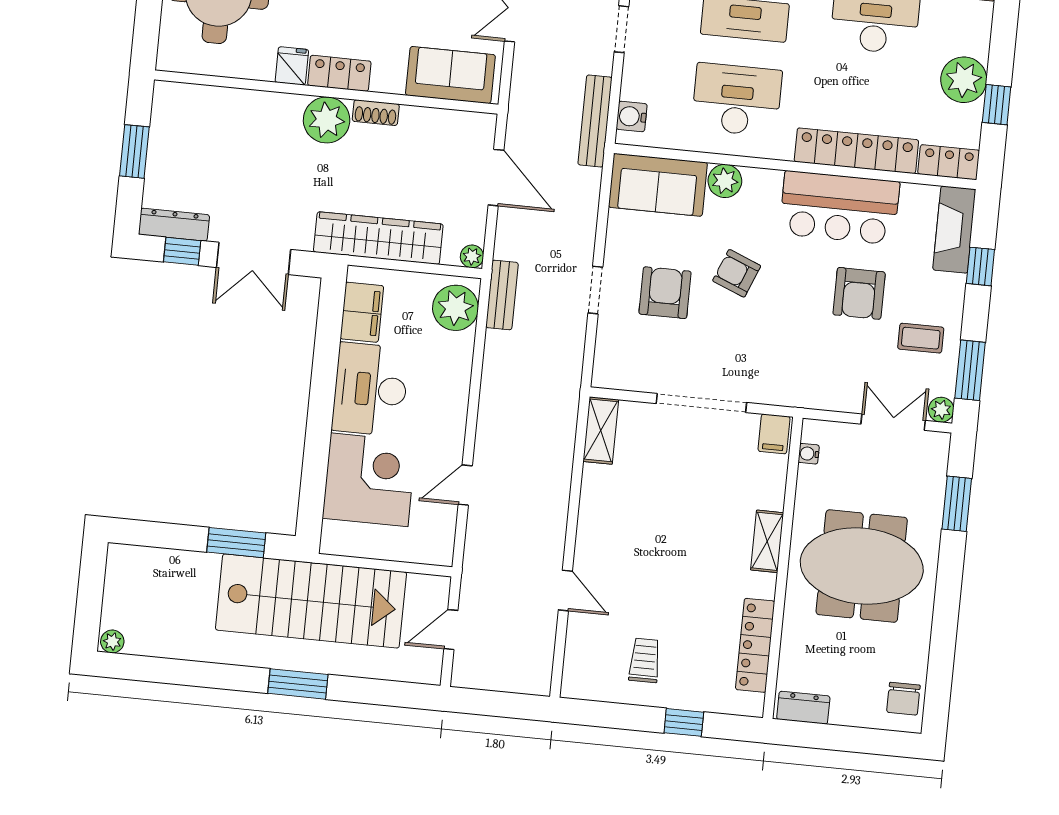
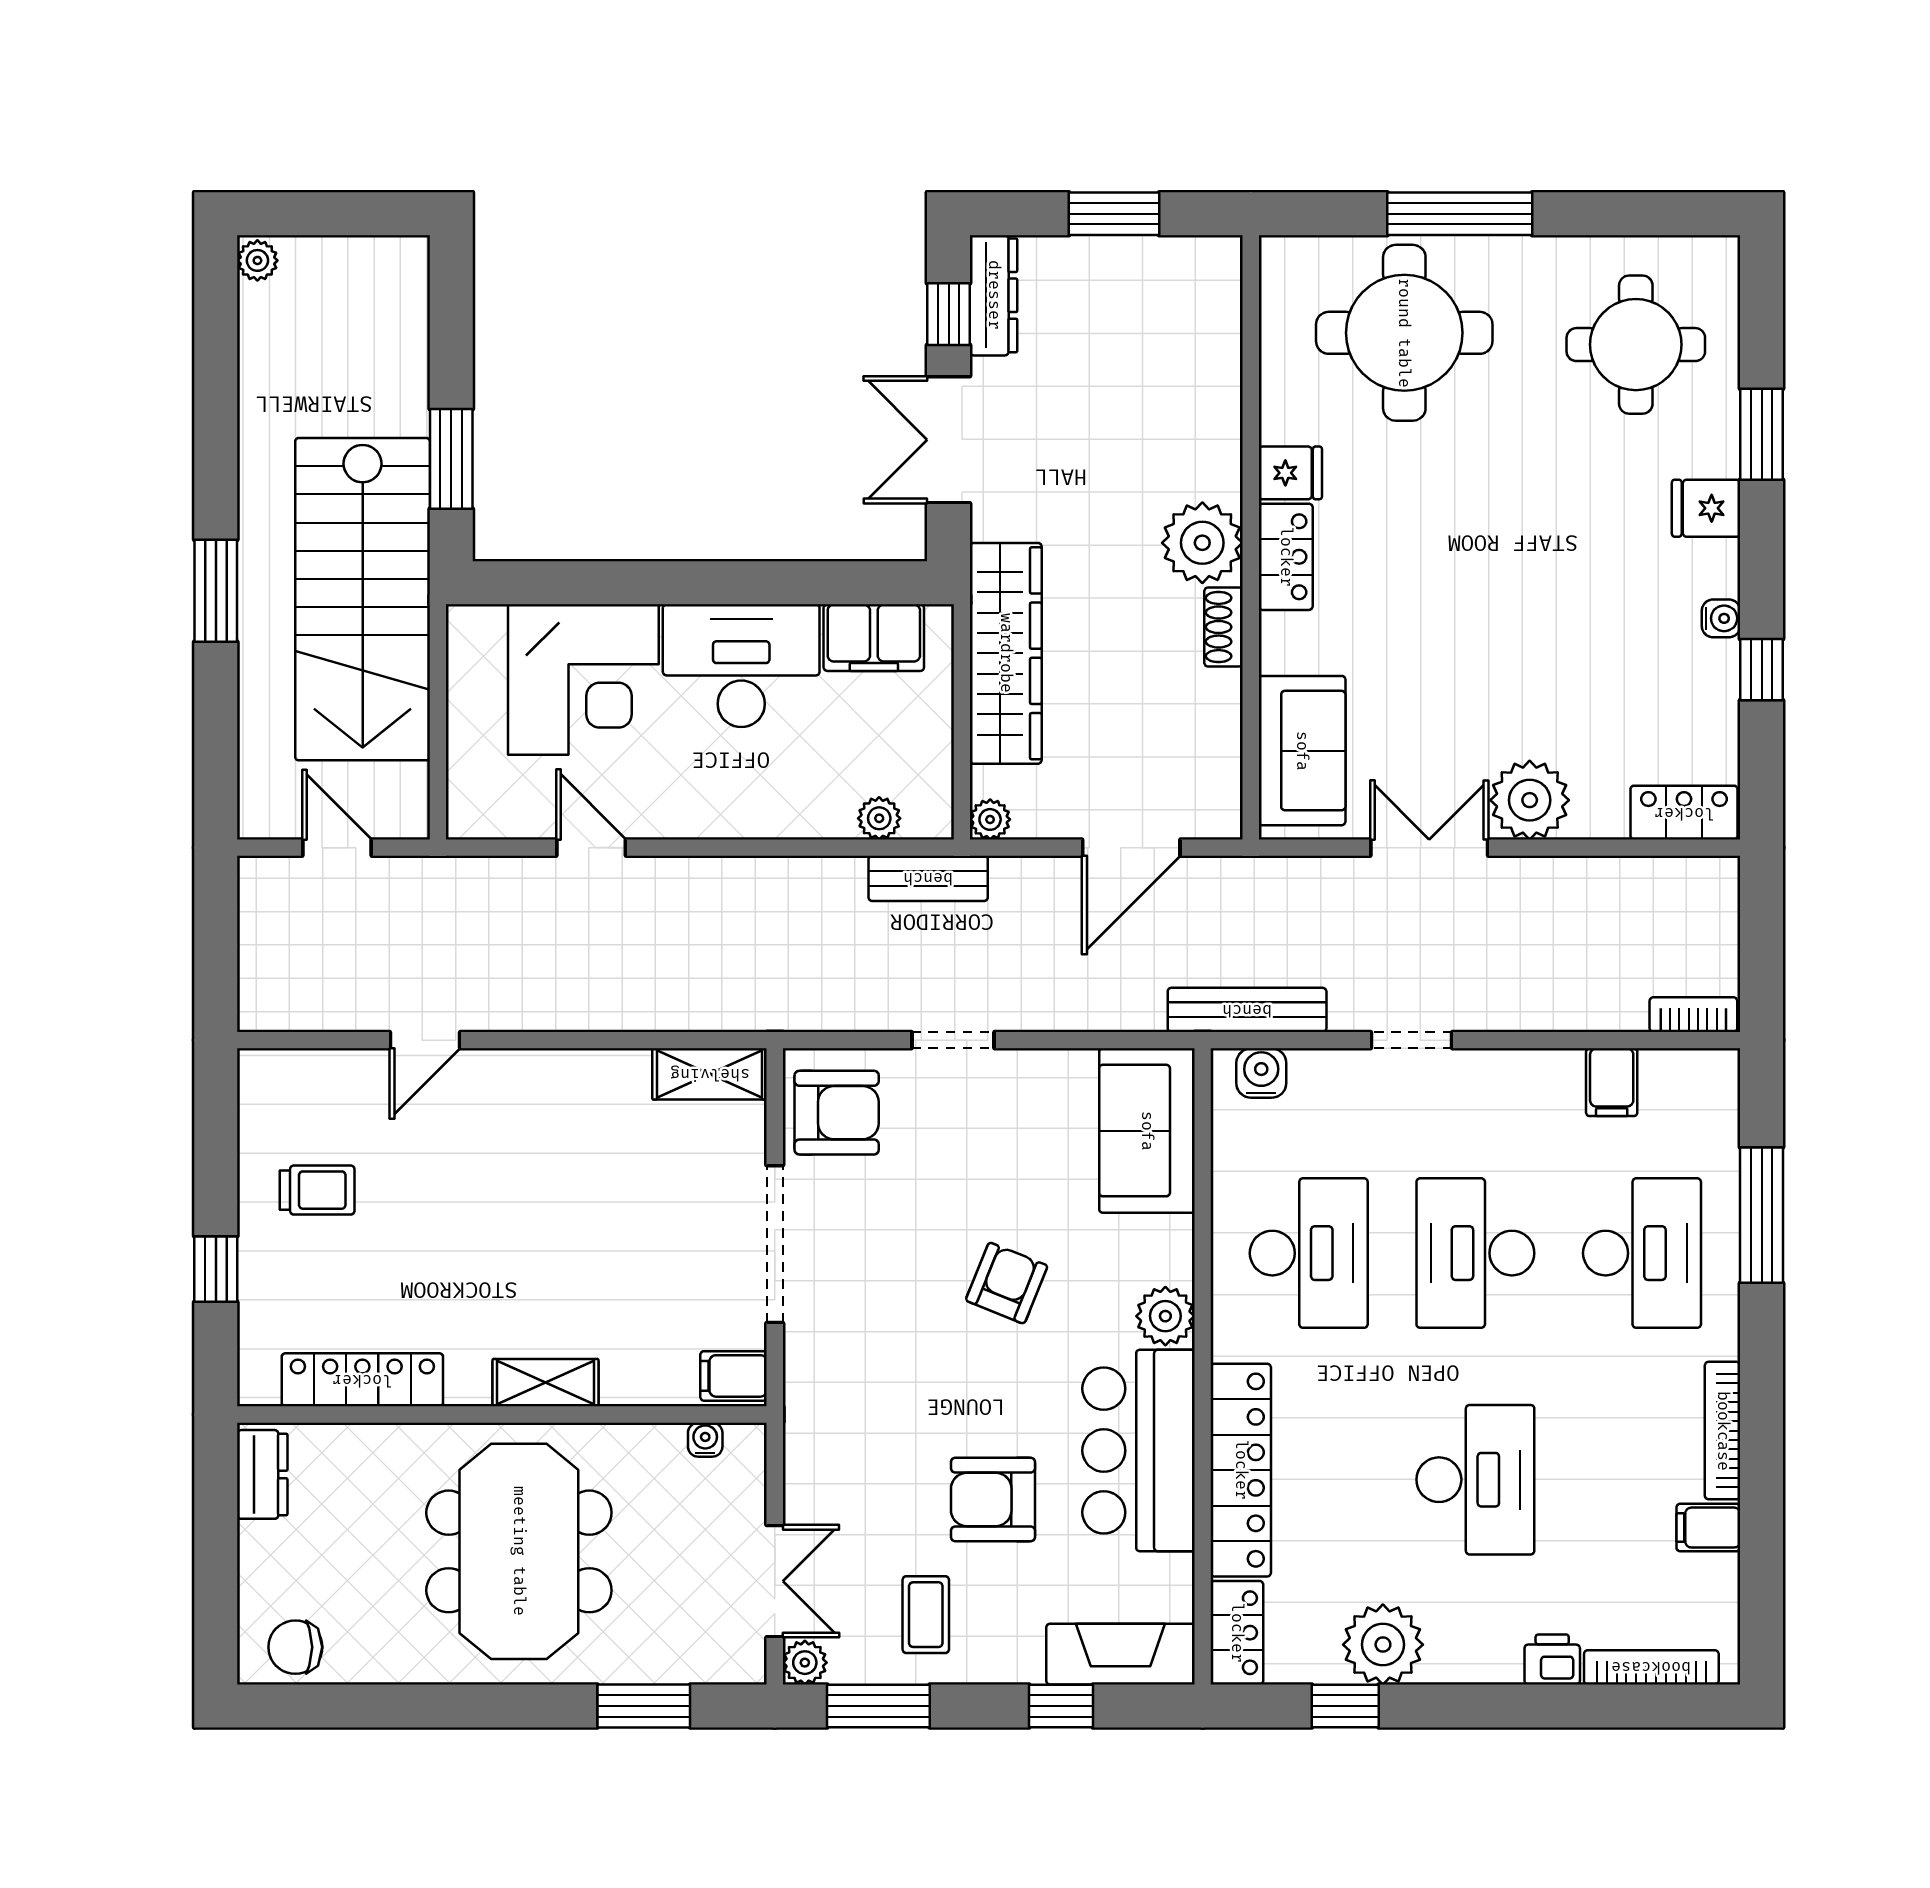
plant: (725, 181) -> (1165, 1316), moved
armchair: (665, 293) -> (837, 1113), moved
plant: (455, 308) -> (879, 818), width x0.53, depth x0.53

